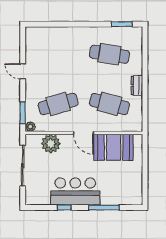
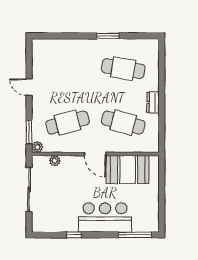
window: (122, 24) -> (108, 36), moved
plant: (51, 144) -> (55, 161), width x0.53, depth x0.53
bar counter: (75, 191) -> (105, 217), moved
window: (104, 208) -> (135, 235), moved

